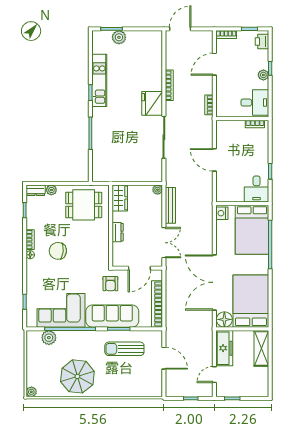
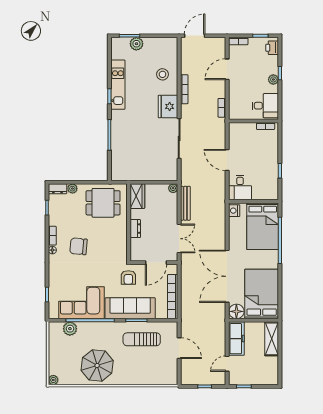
stool: (146, 70) -> (162, 74), added
desk: (257, 189) -> (240, 188), moved

